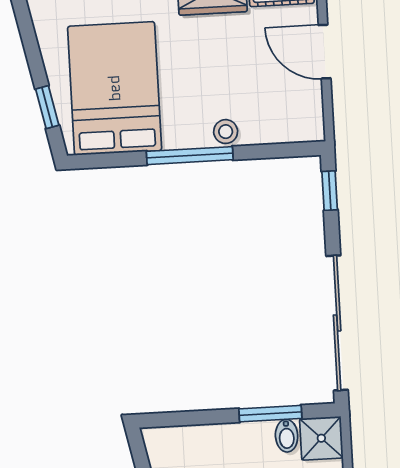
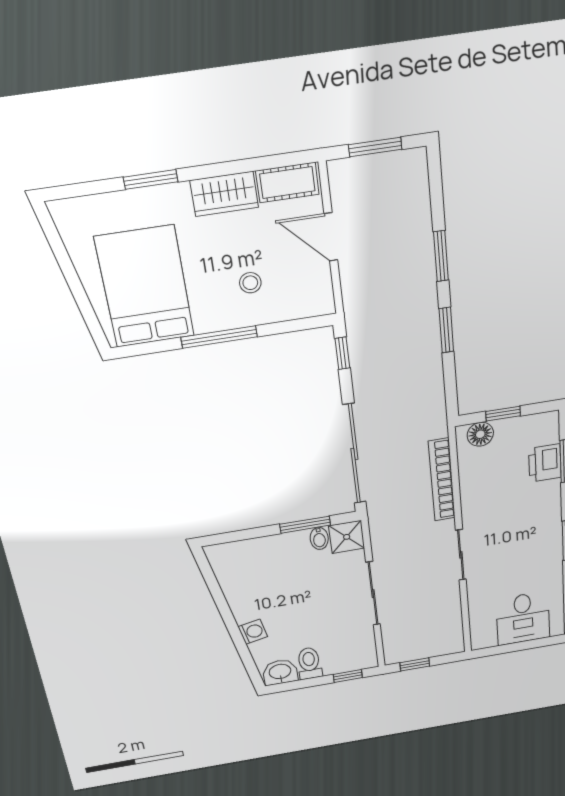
window: (47, 107) -> (86, 309), removed
stool: (226, 132) -> (250, 283), moved

